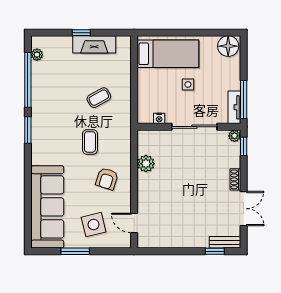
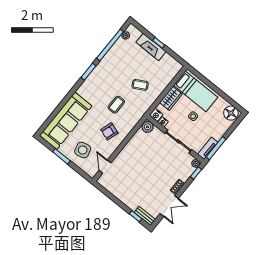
fireplace: (94, 44) -> (151, 47), moved
wardrobe: (146, 84) -> (171, 98), added
nightstand: (145, 117) -> (156, 115), added
plant: (146, 164) -> (148, 127), moved

